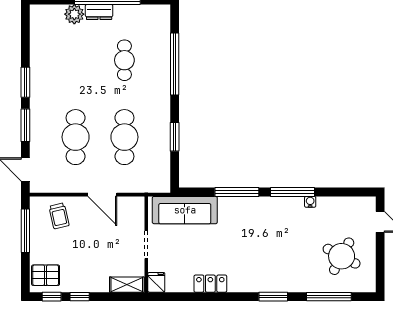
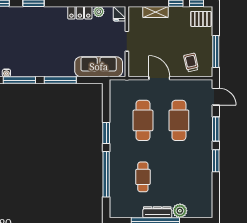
dresser: (99, 12) -> (157, 212), width x1.44
window: (175, 137) -> (106, 133), moved
shelving: (127, 285) -> (155, 12), moved
plant: (185, 285) -> (99, 12), added

